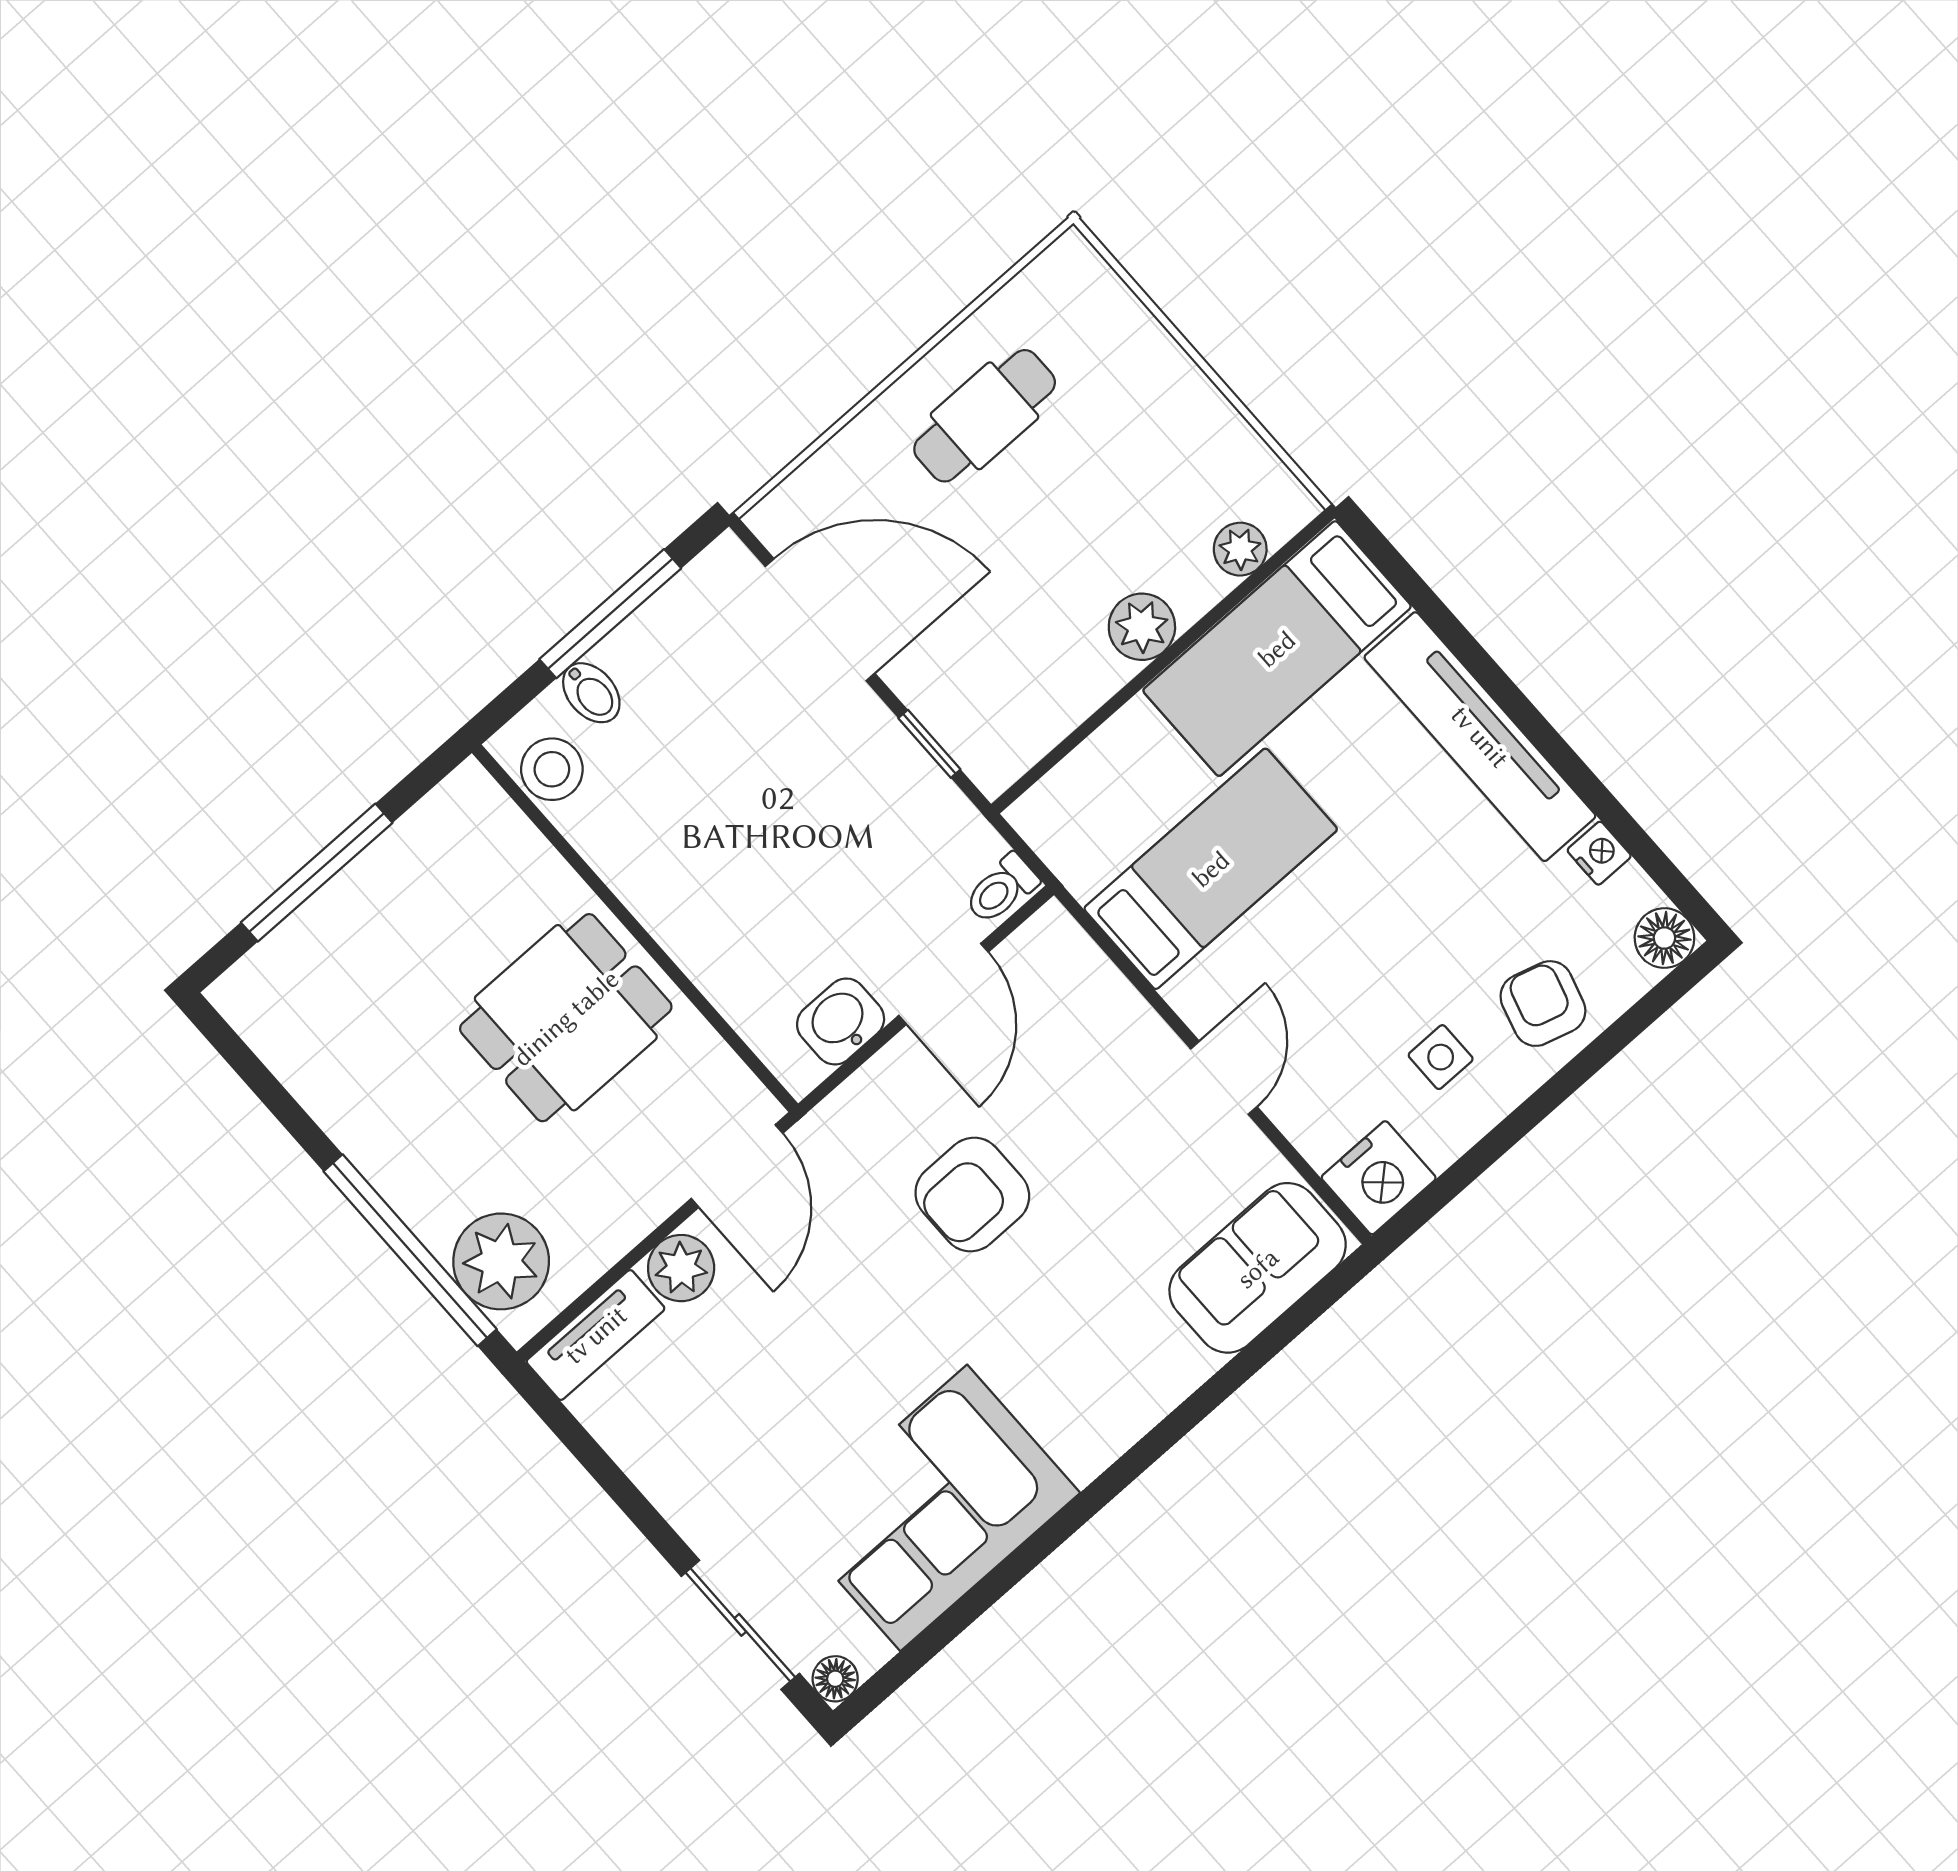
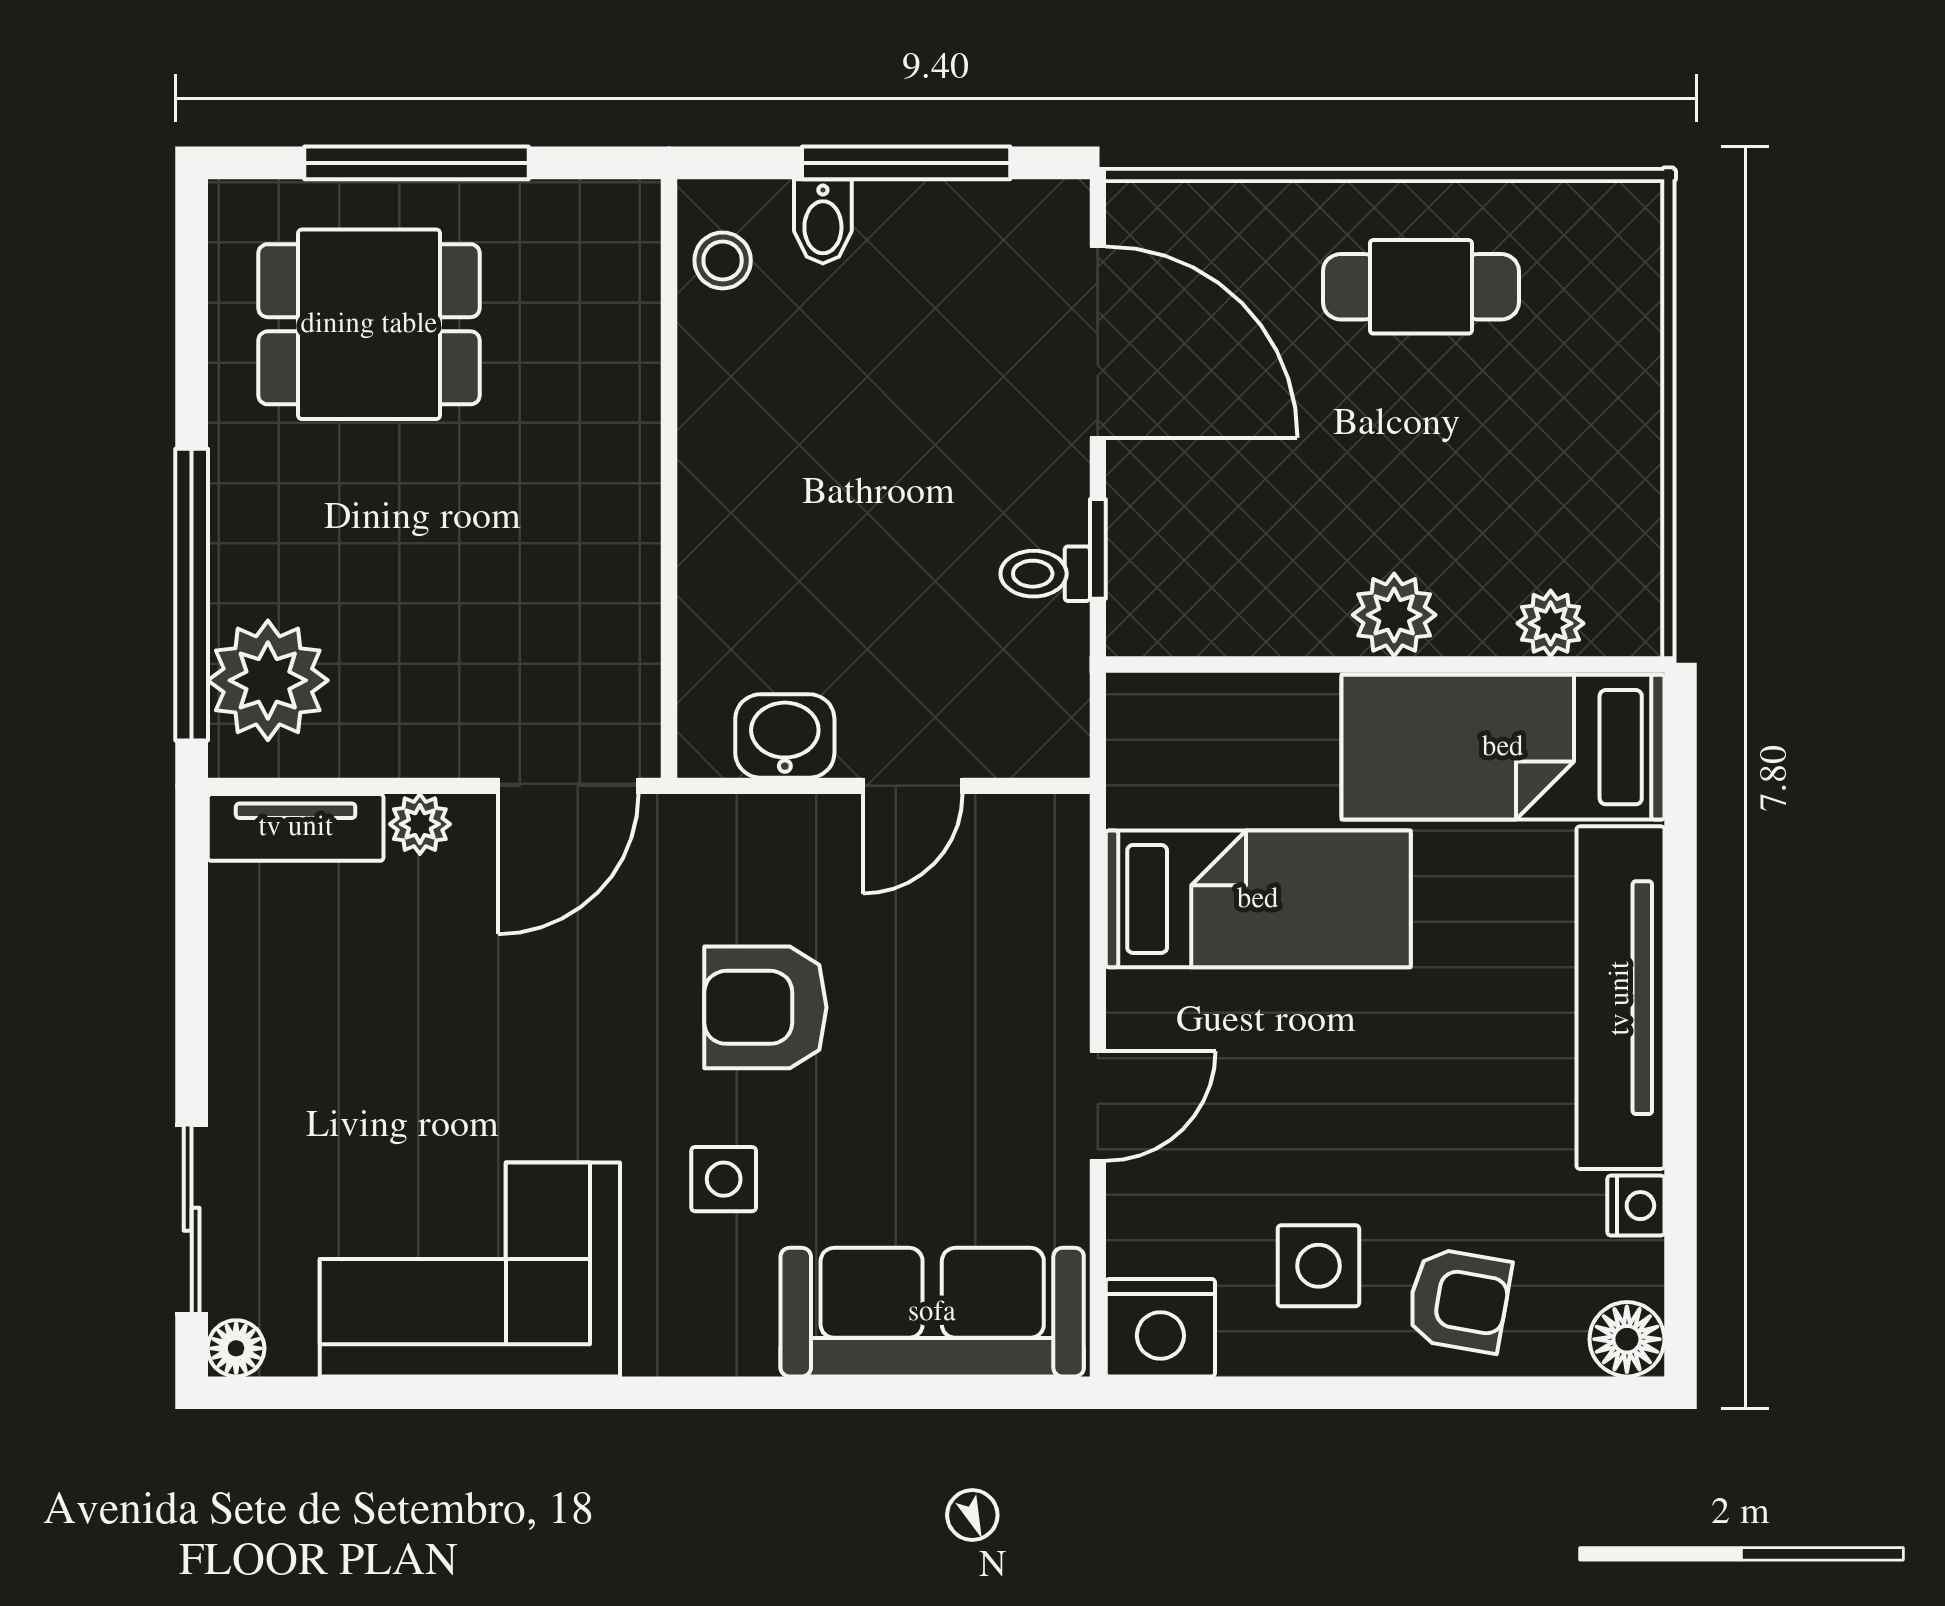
stool: (552, 769) -> (723, 260), width x0.73, depth x0.73
toilet: (1001, 889) -> (1045, 574), moved
door: (944, 984) -> (913, 786), width x0.73
armchair: (1543, 1004) -> (1459, 1300), turned 84
dining table: (566, 1018) -> (369, 324), moved
side table: (1441, 1057) -> (1318, 1266), width x1.37, depth x1.37
plant: (681, 1268) -> (420, 824), width x0.73, depth x0.73
sofa: (1258, 1268) -> (932, 1312), width x1.36
side table: (1038, 1320) -> (724, 1179), added

